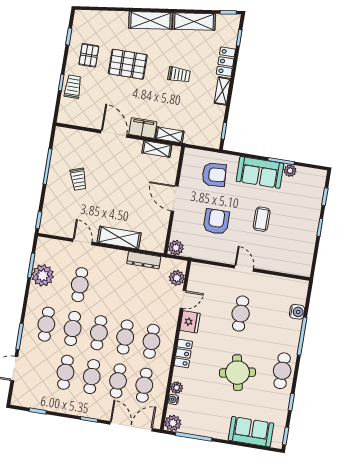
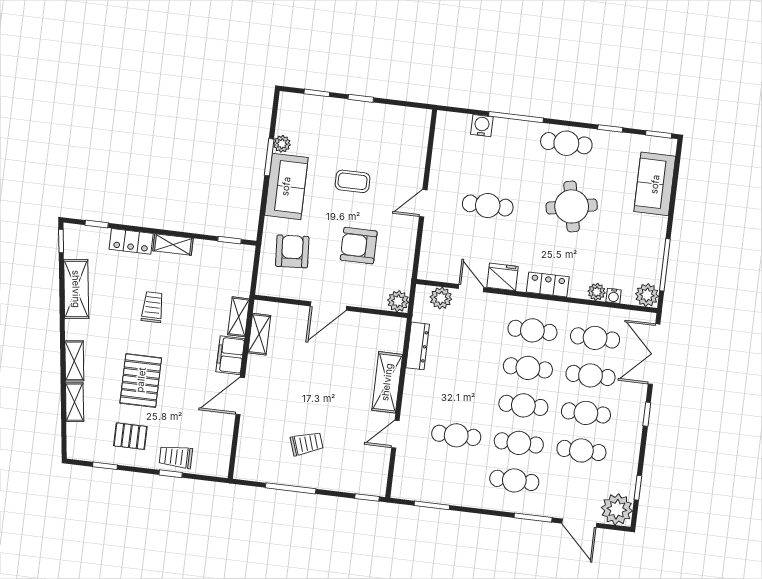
shelving: (114, 17) -> (75, 402), added
shelving: (150, 20) -> (74, 361), width x0.67, depth x0.75
plant: (43, 275) -> (617, 509), moved

